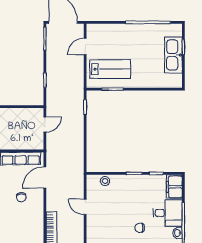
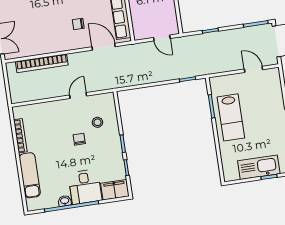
lab bench: (110, 69) -> (231, 117), moved
stool: (105, 181) -> (97, 122), moved
chair: (140, 228) -> (79, 139), moved

